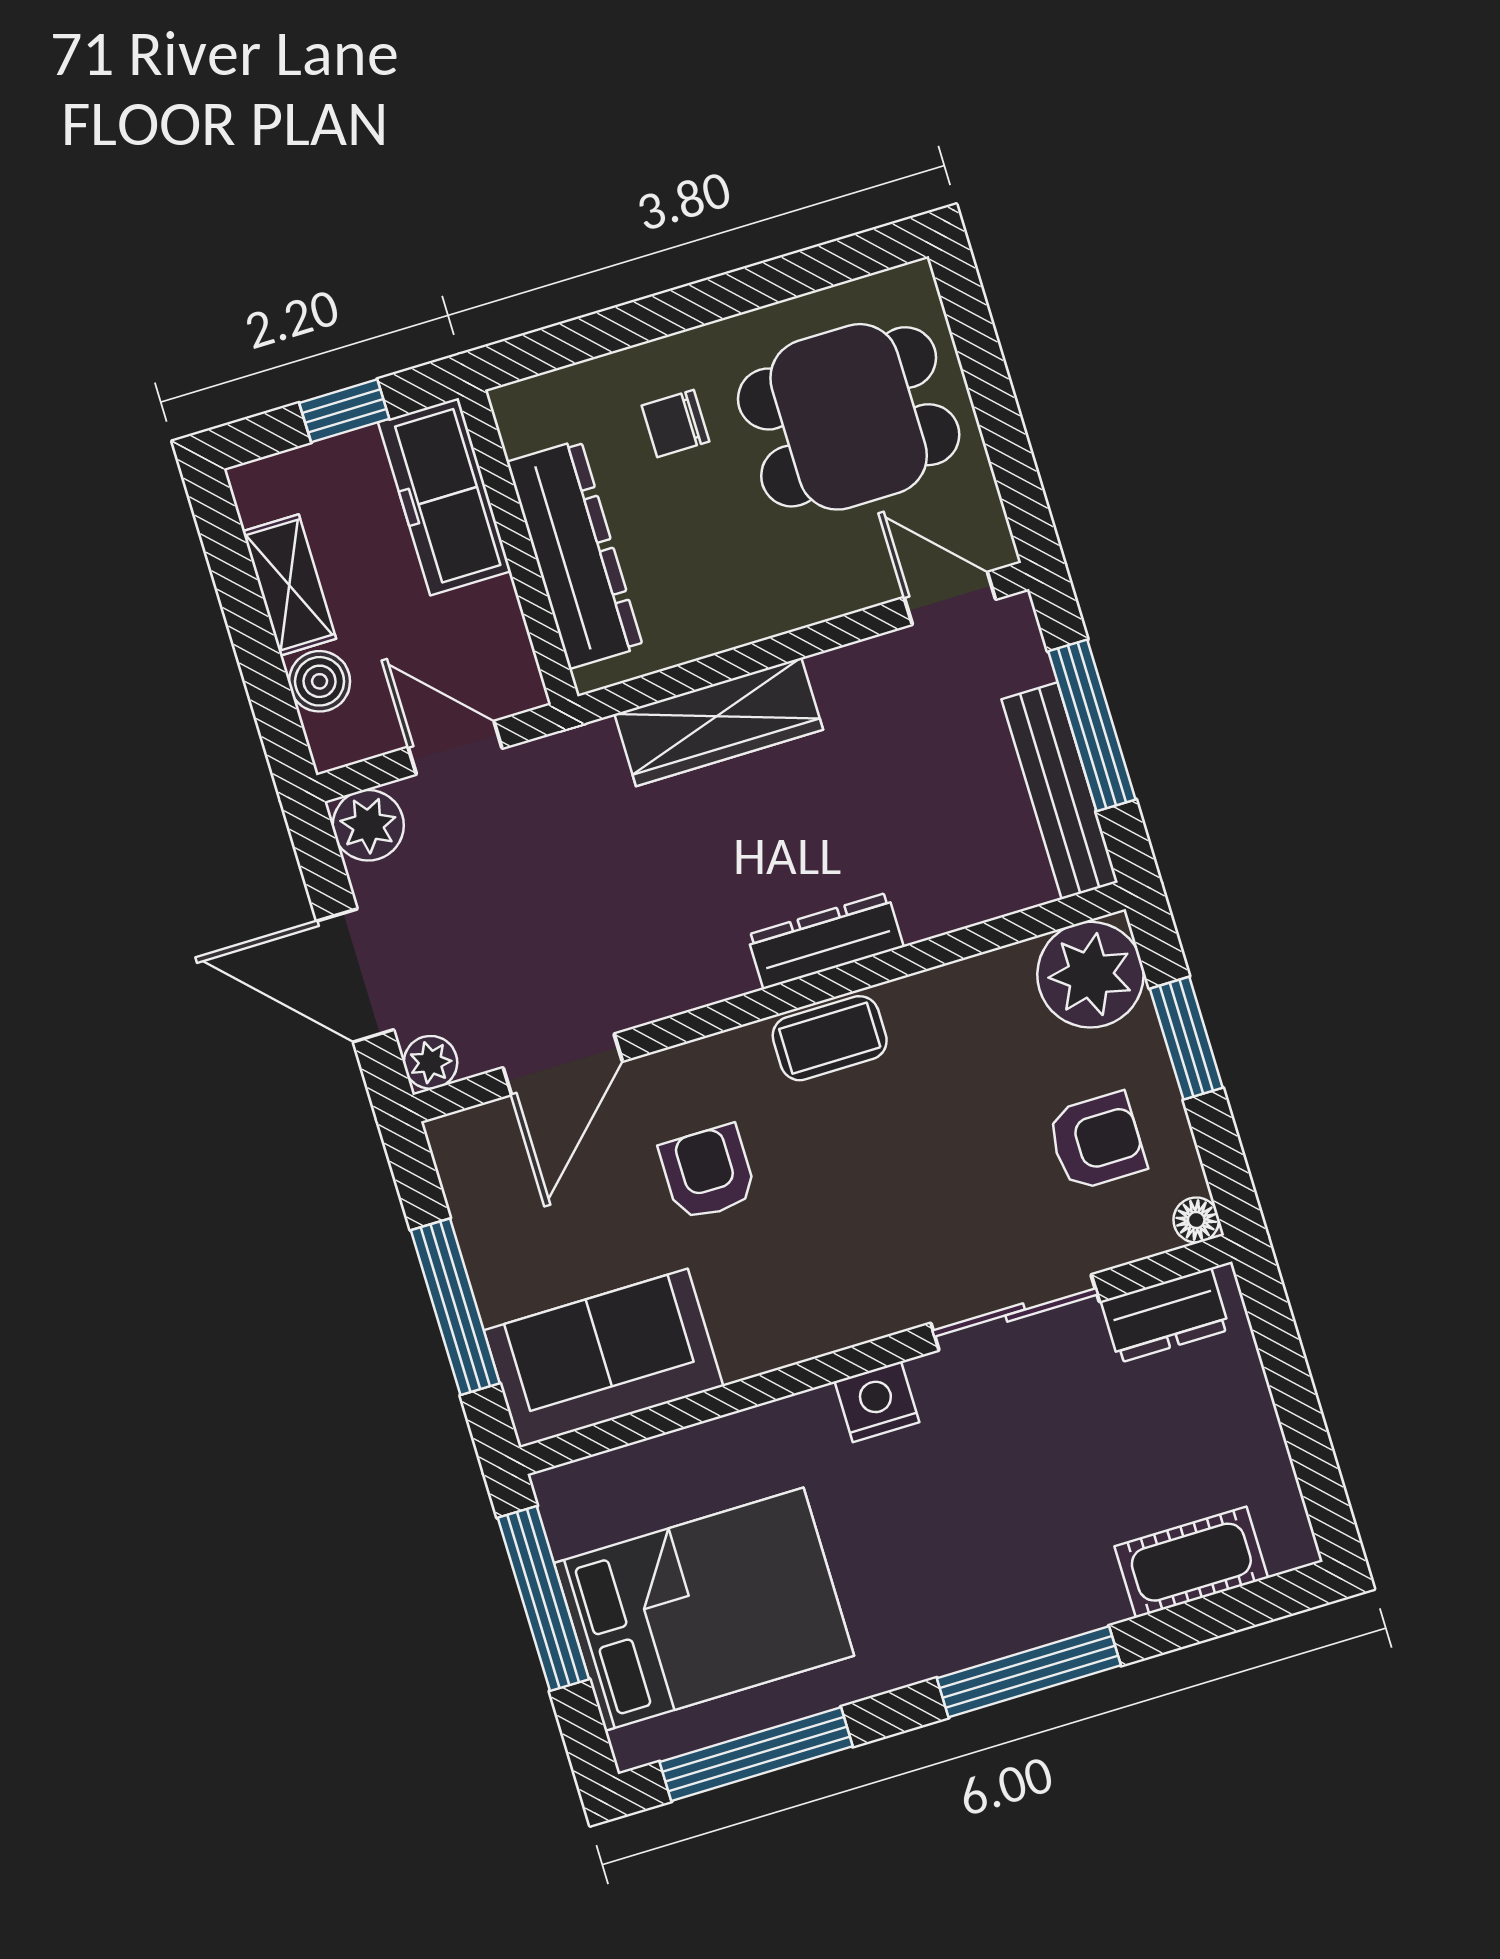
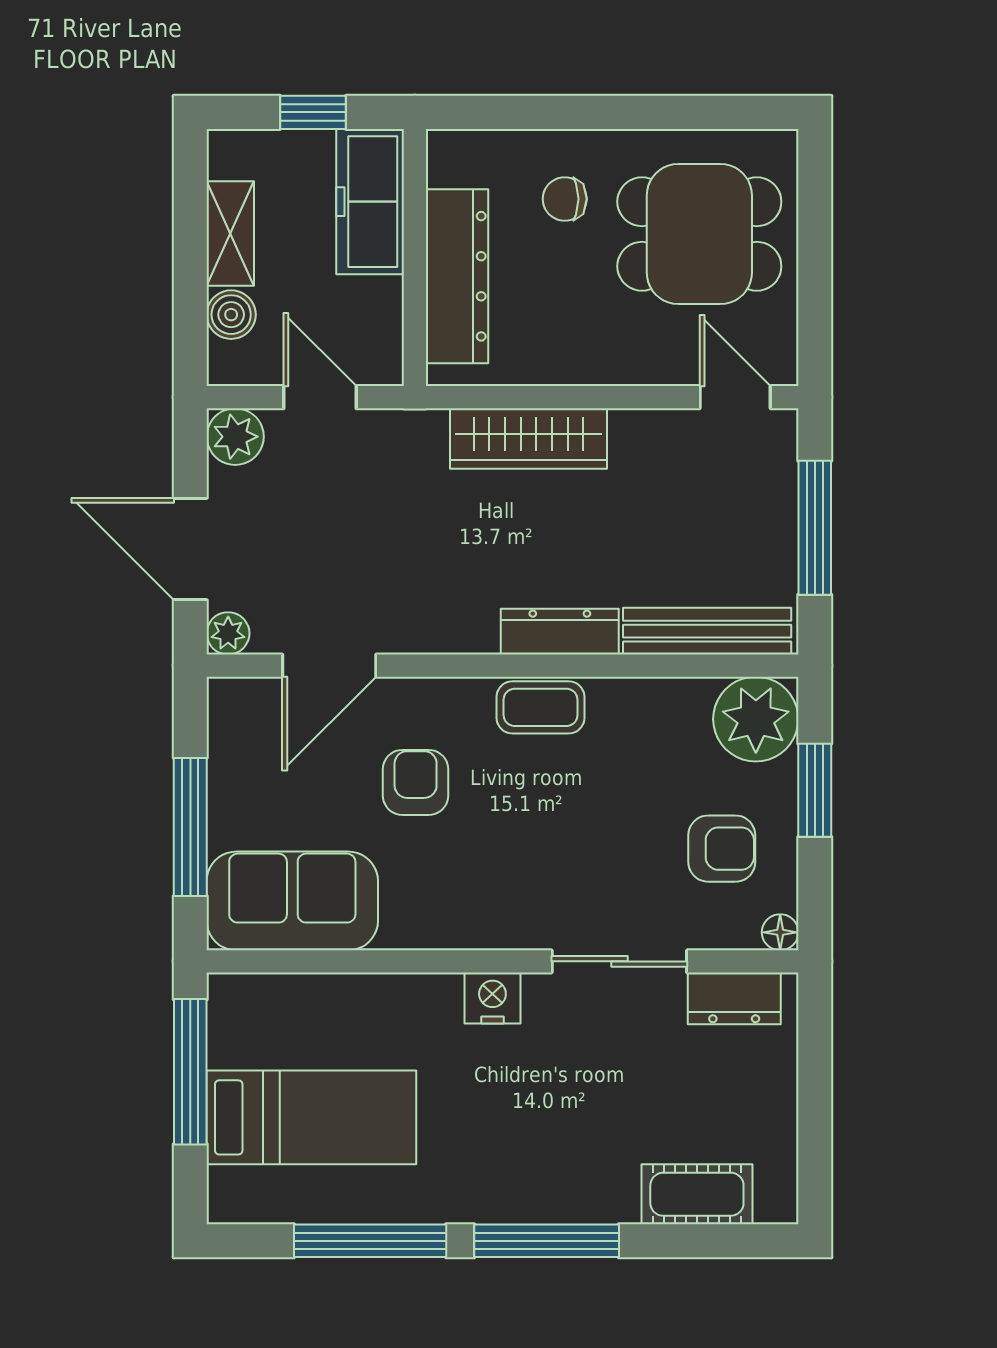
bench: (1060, 791) -> (707, 631), moved, turned 90
bed: (704, 1609) -> (311, 1117), width x0.67
window: (756, 1754) -> (370, 1241), moved

